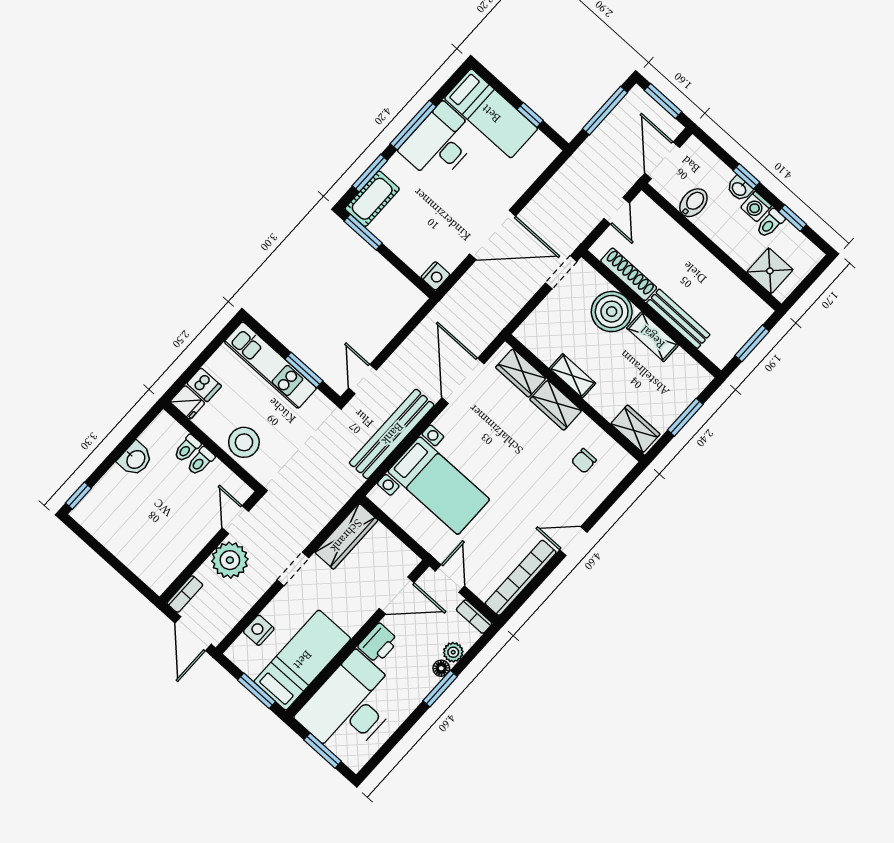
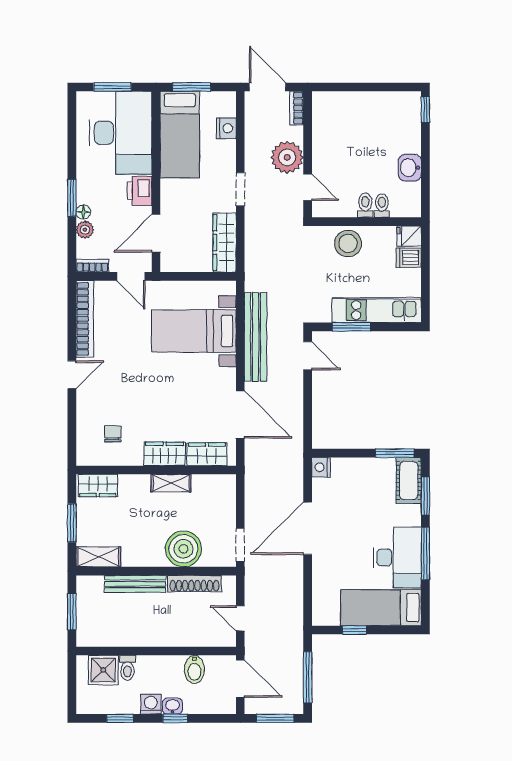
toilet: (770, 223) -> (127, 668), moved, turned 180
shelving: (653, 337) -> (98, 557), moved

